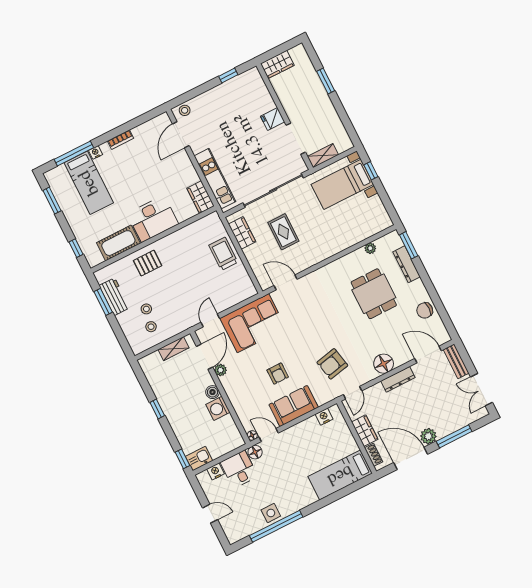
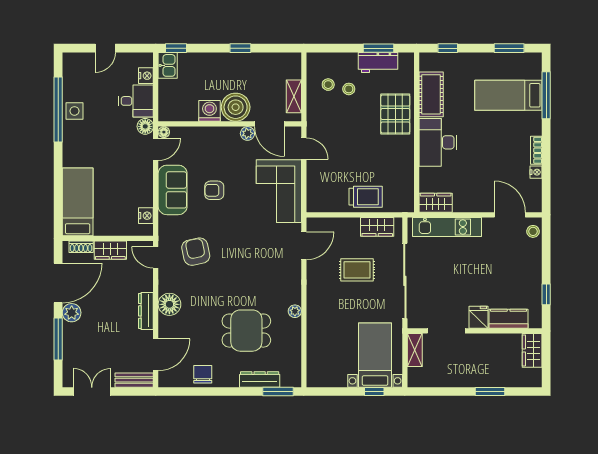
kitchen counter: (262, 95) -> (509, 319), added
nightstand: (96, 152) -> (536, 172), moved
plant: (370, 248) -> (295, 311), moved
pallet: (148, 263) -> (395, 114), width x1.50, depth x1.42
boiler: (212, 392) -> (236, 107), width x1.86, depth x1.86

